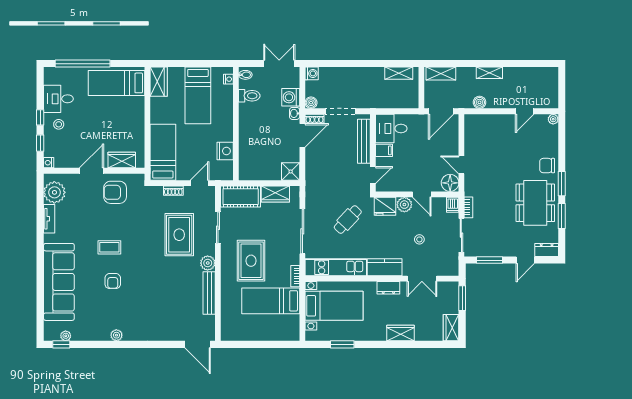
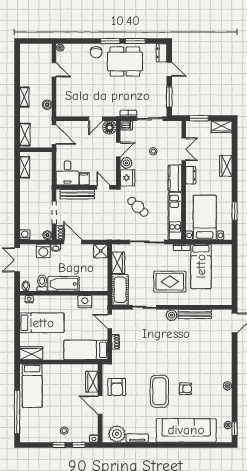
desk: (58, 99) -> (44, 431), removed
bathtub: (248, 123) -> (63, 284), added
rug: (179, 235) -> (150, 337), removed
coffee table: (109, 247) -> (159, 391), width x1.86, depth x1.72

